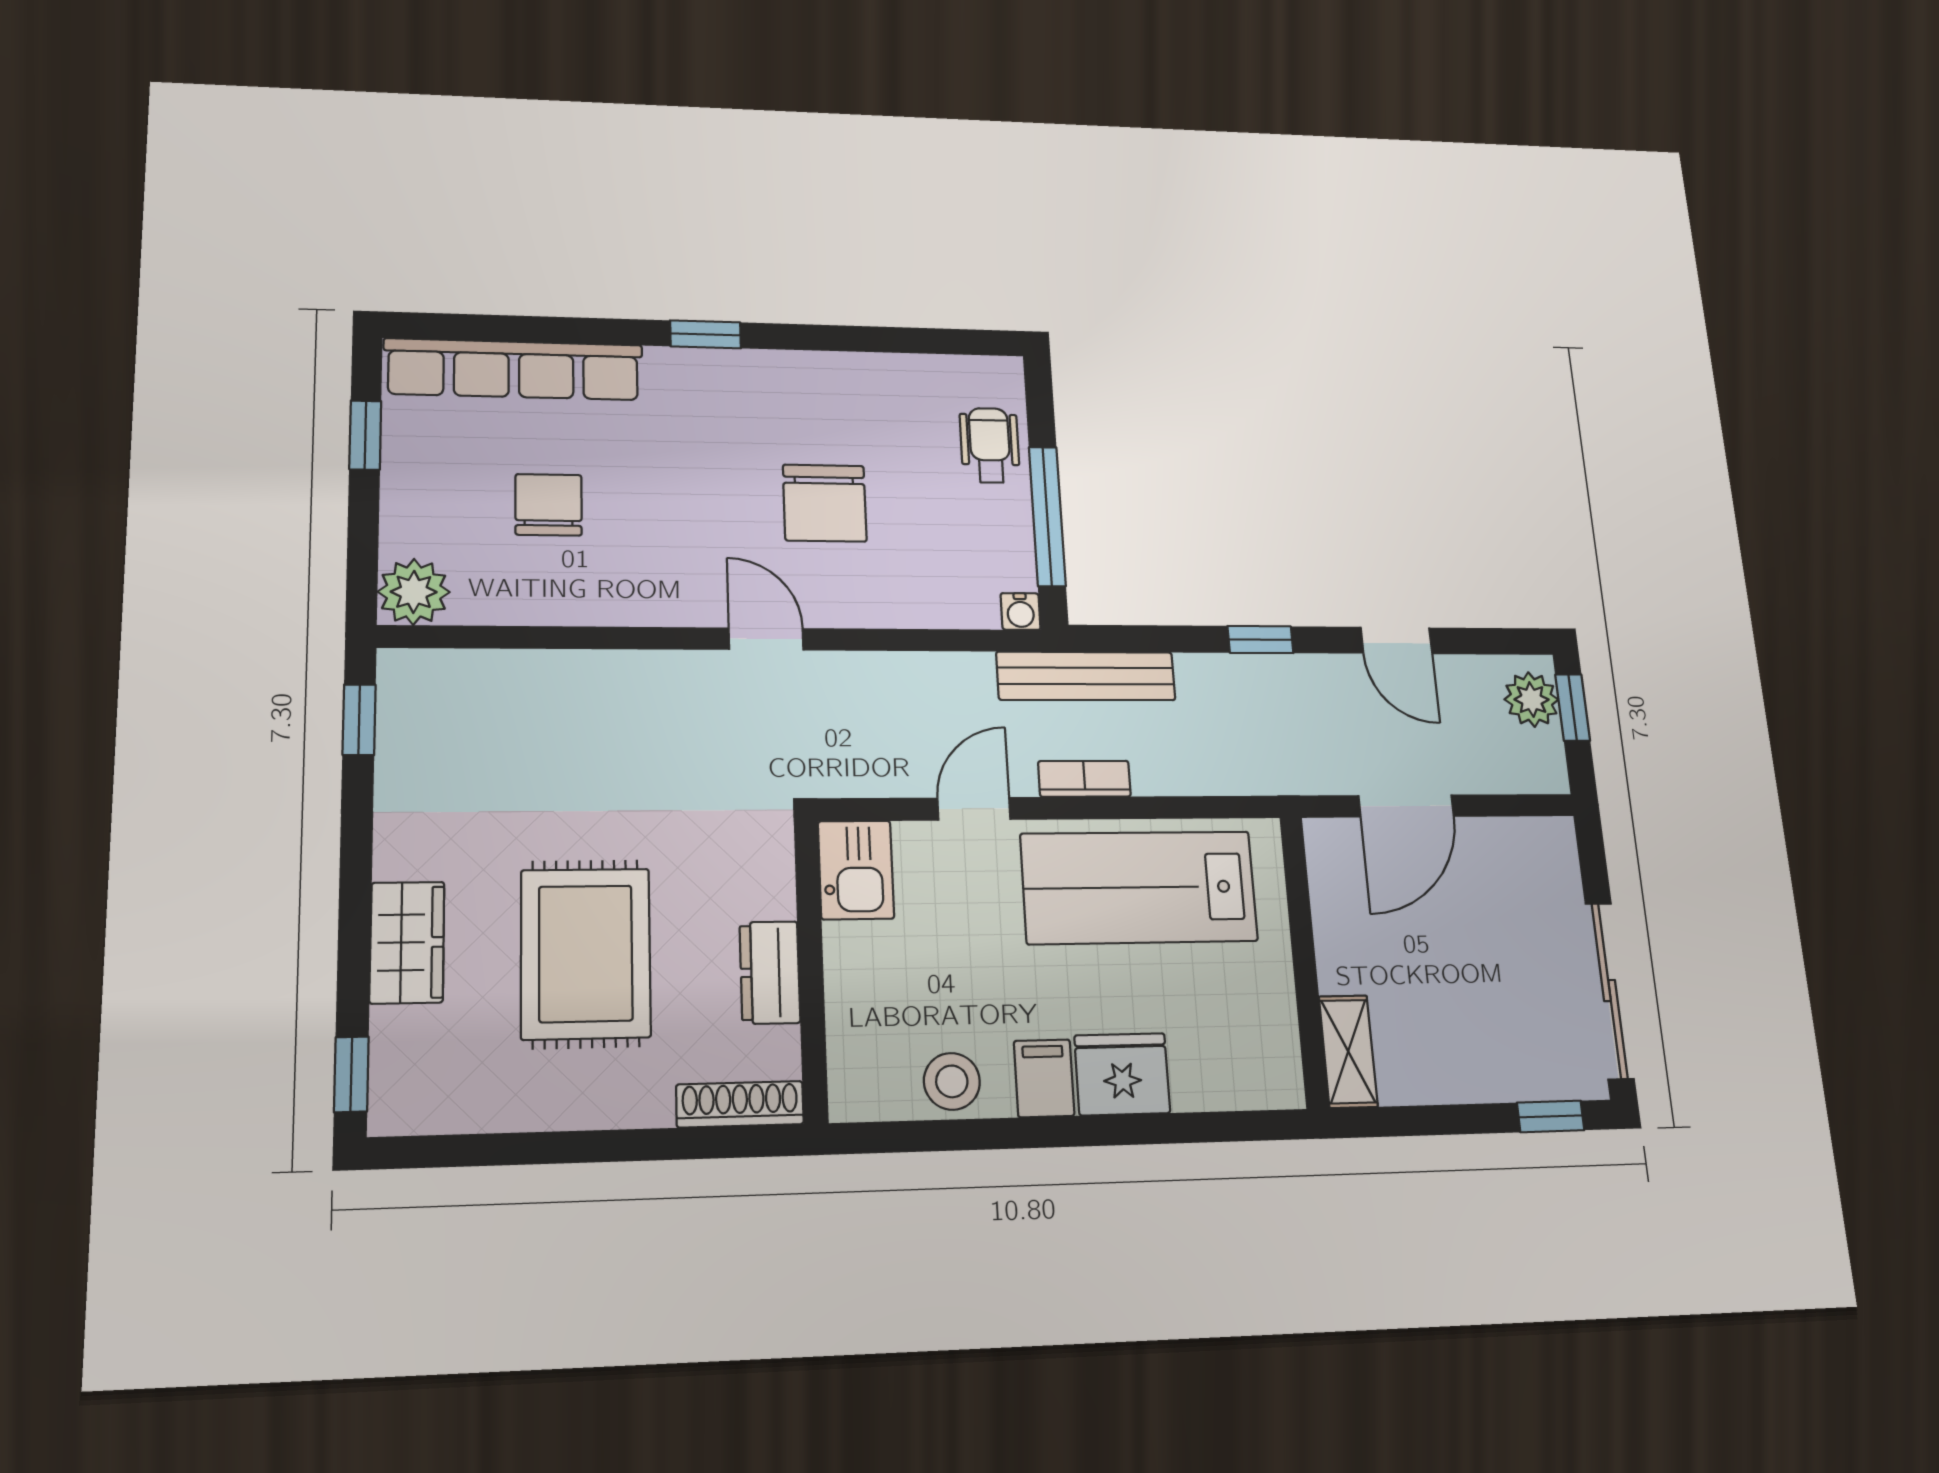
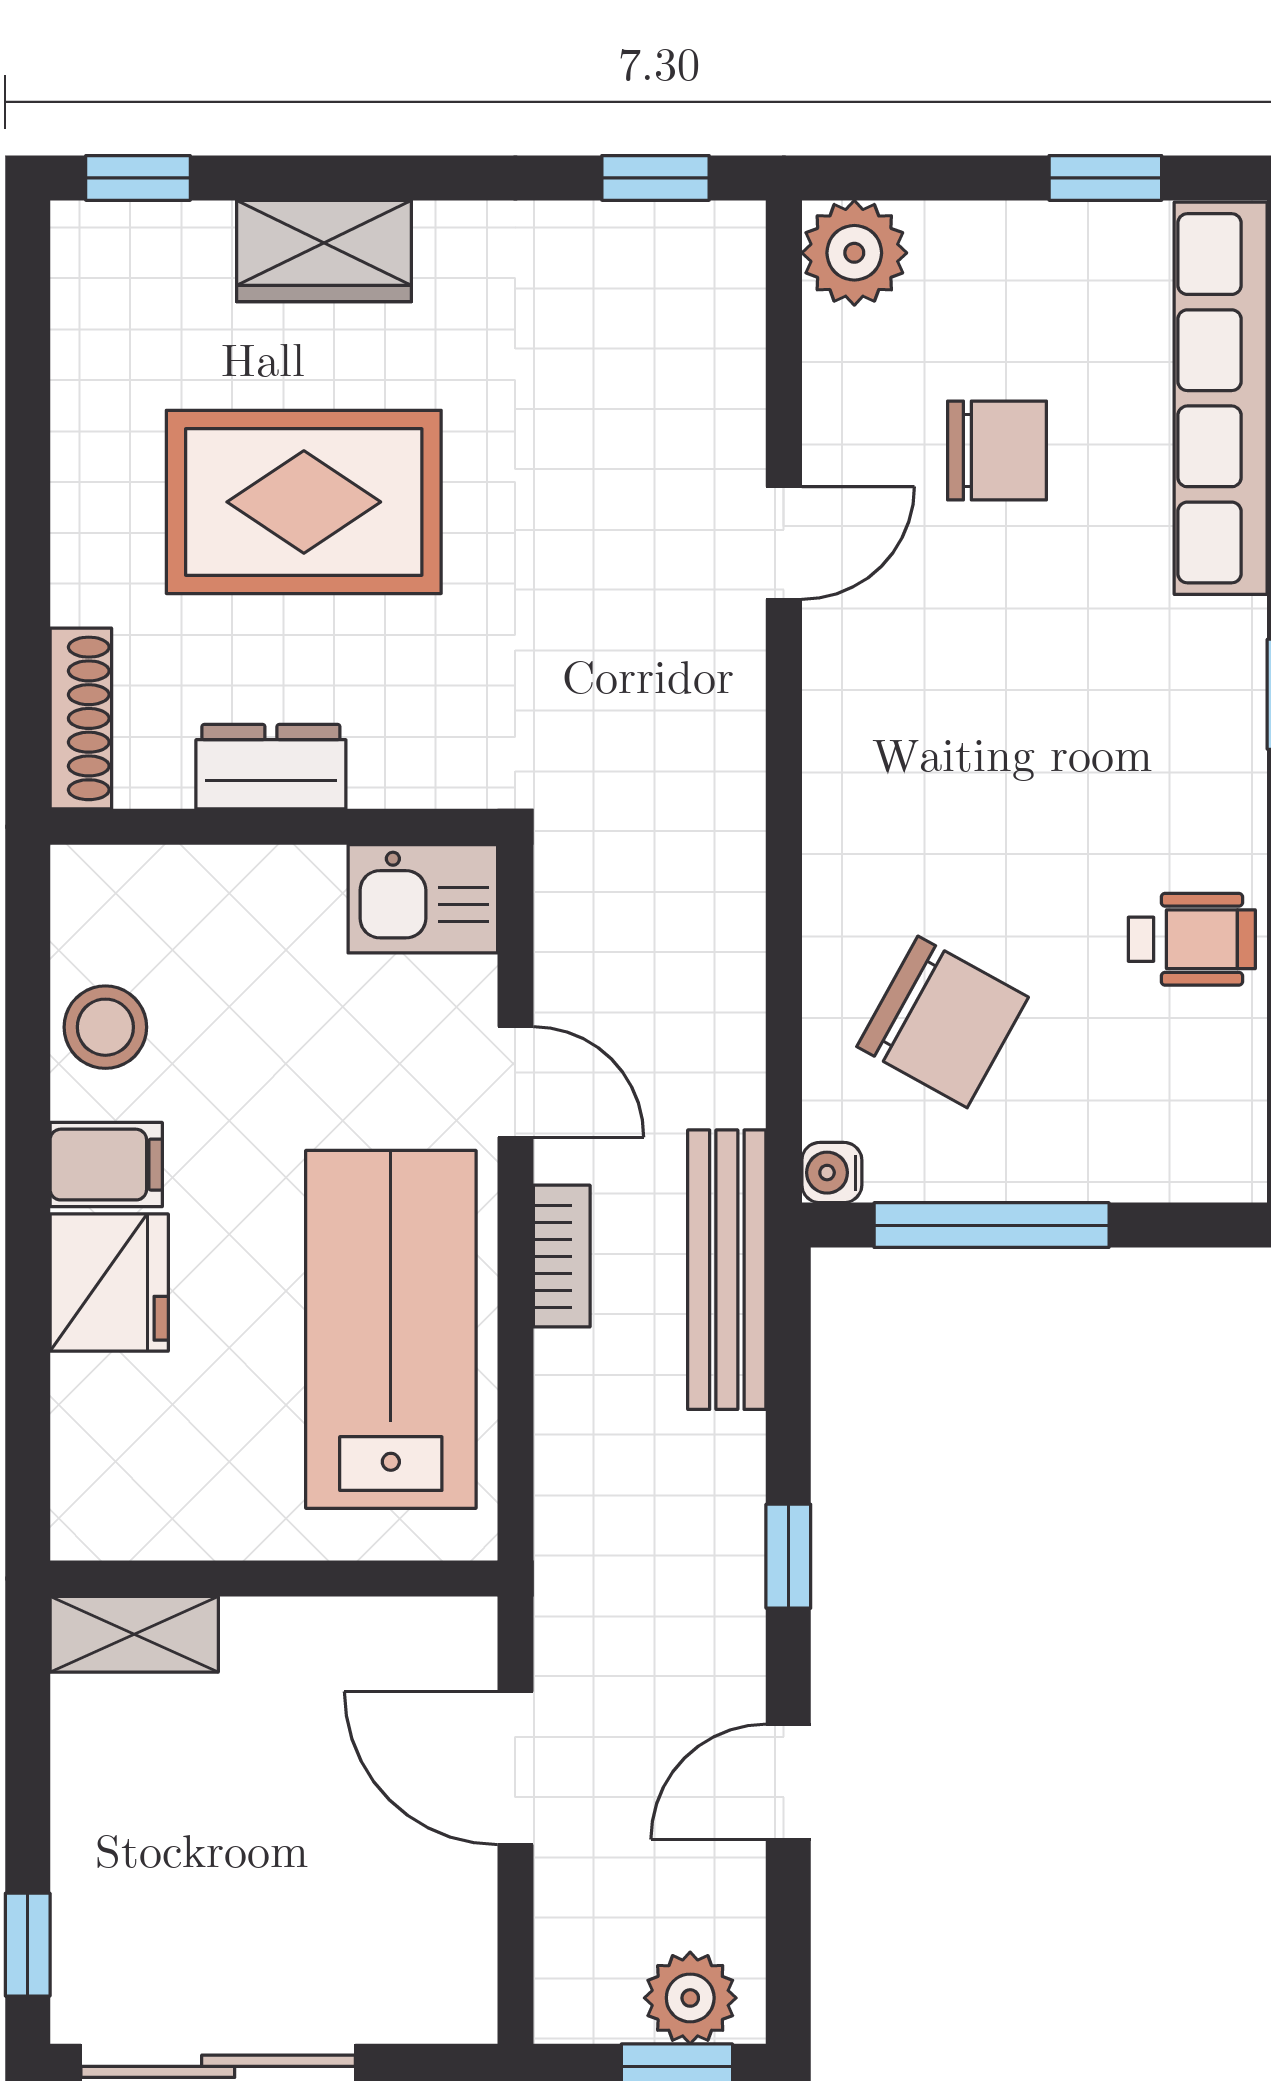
wheelchair: (990, 445) -> (1192, 939), moved
chair: (825, 503) -> (943, 1022), moved, turned -151
door: (766, 639) -> (784, 543), moved

